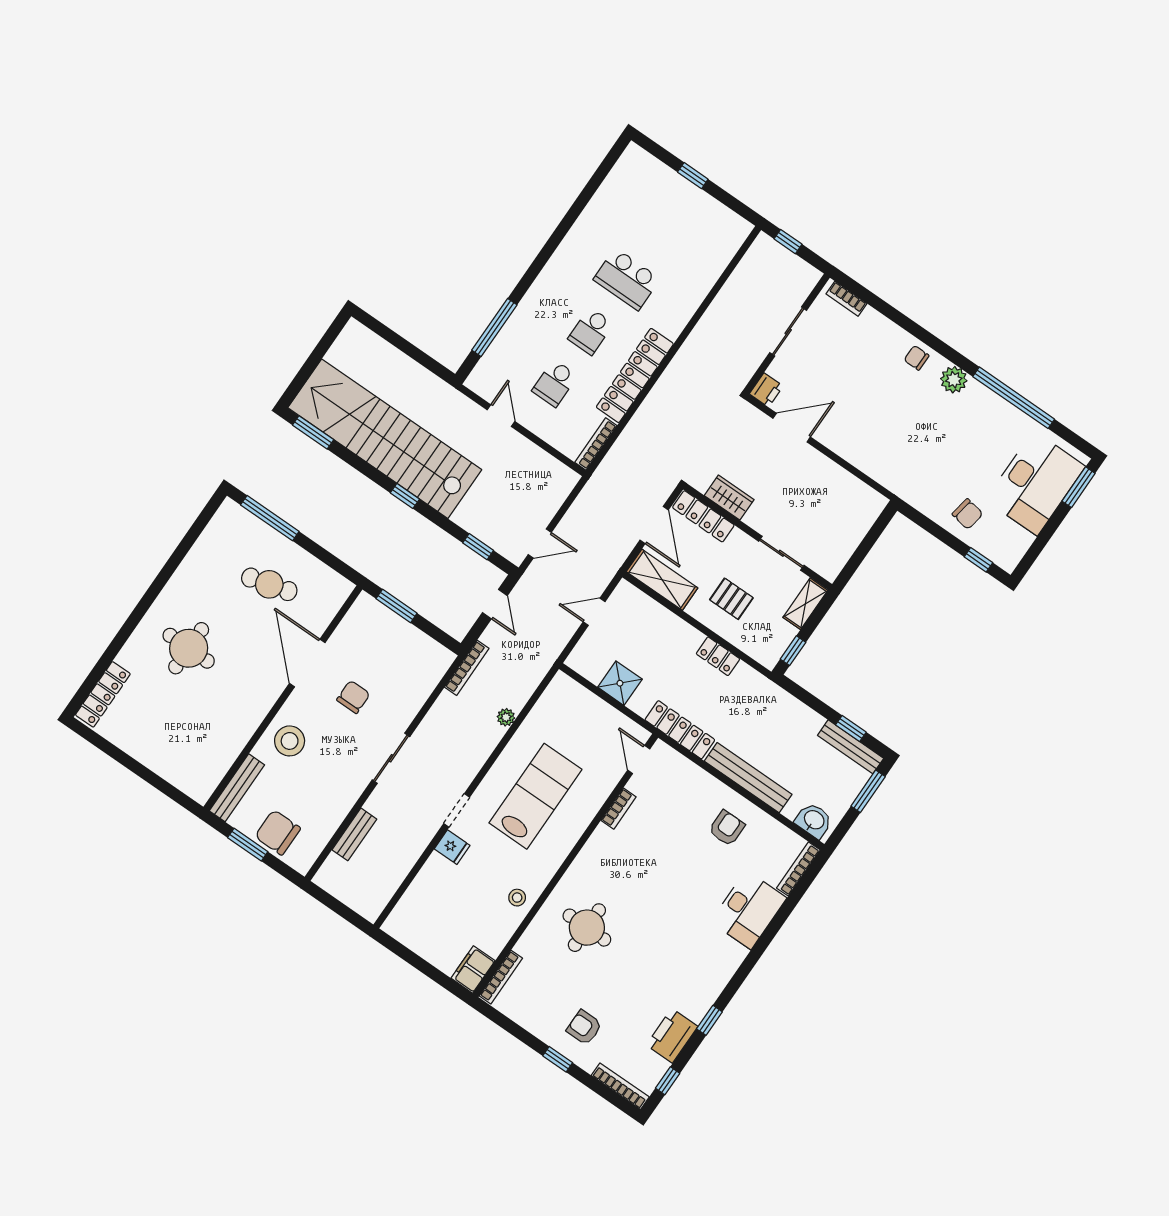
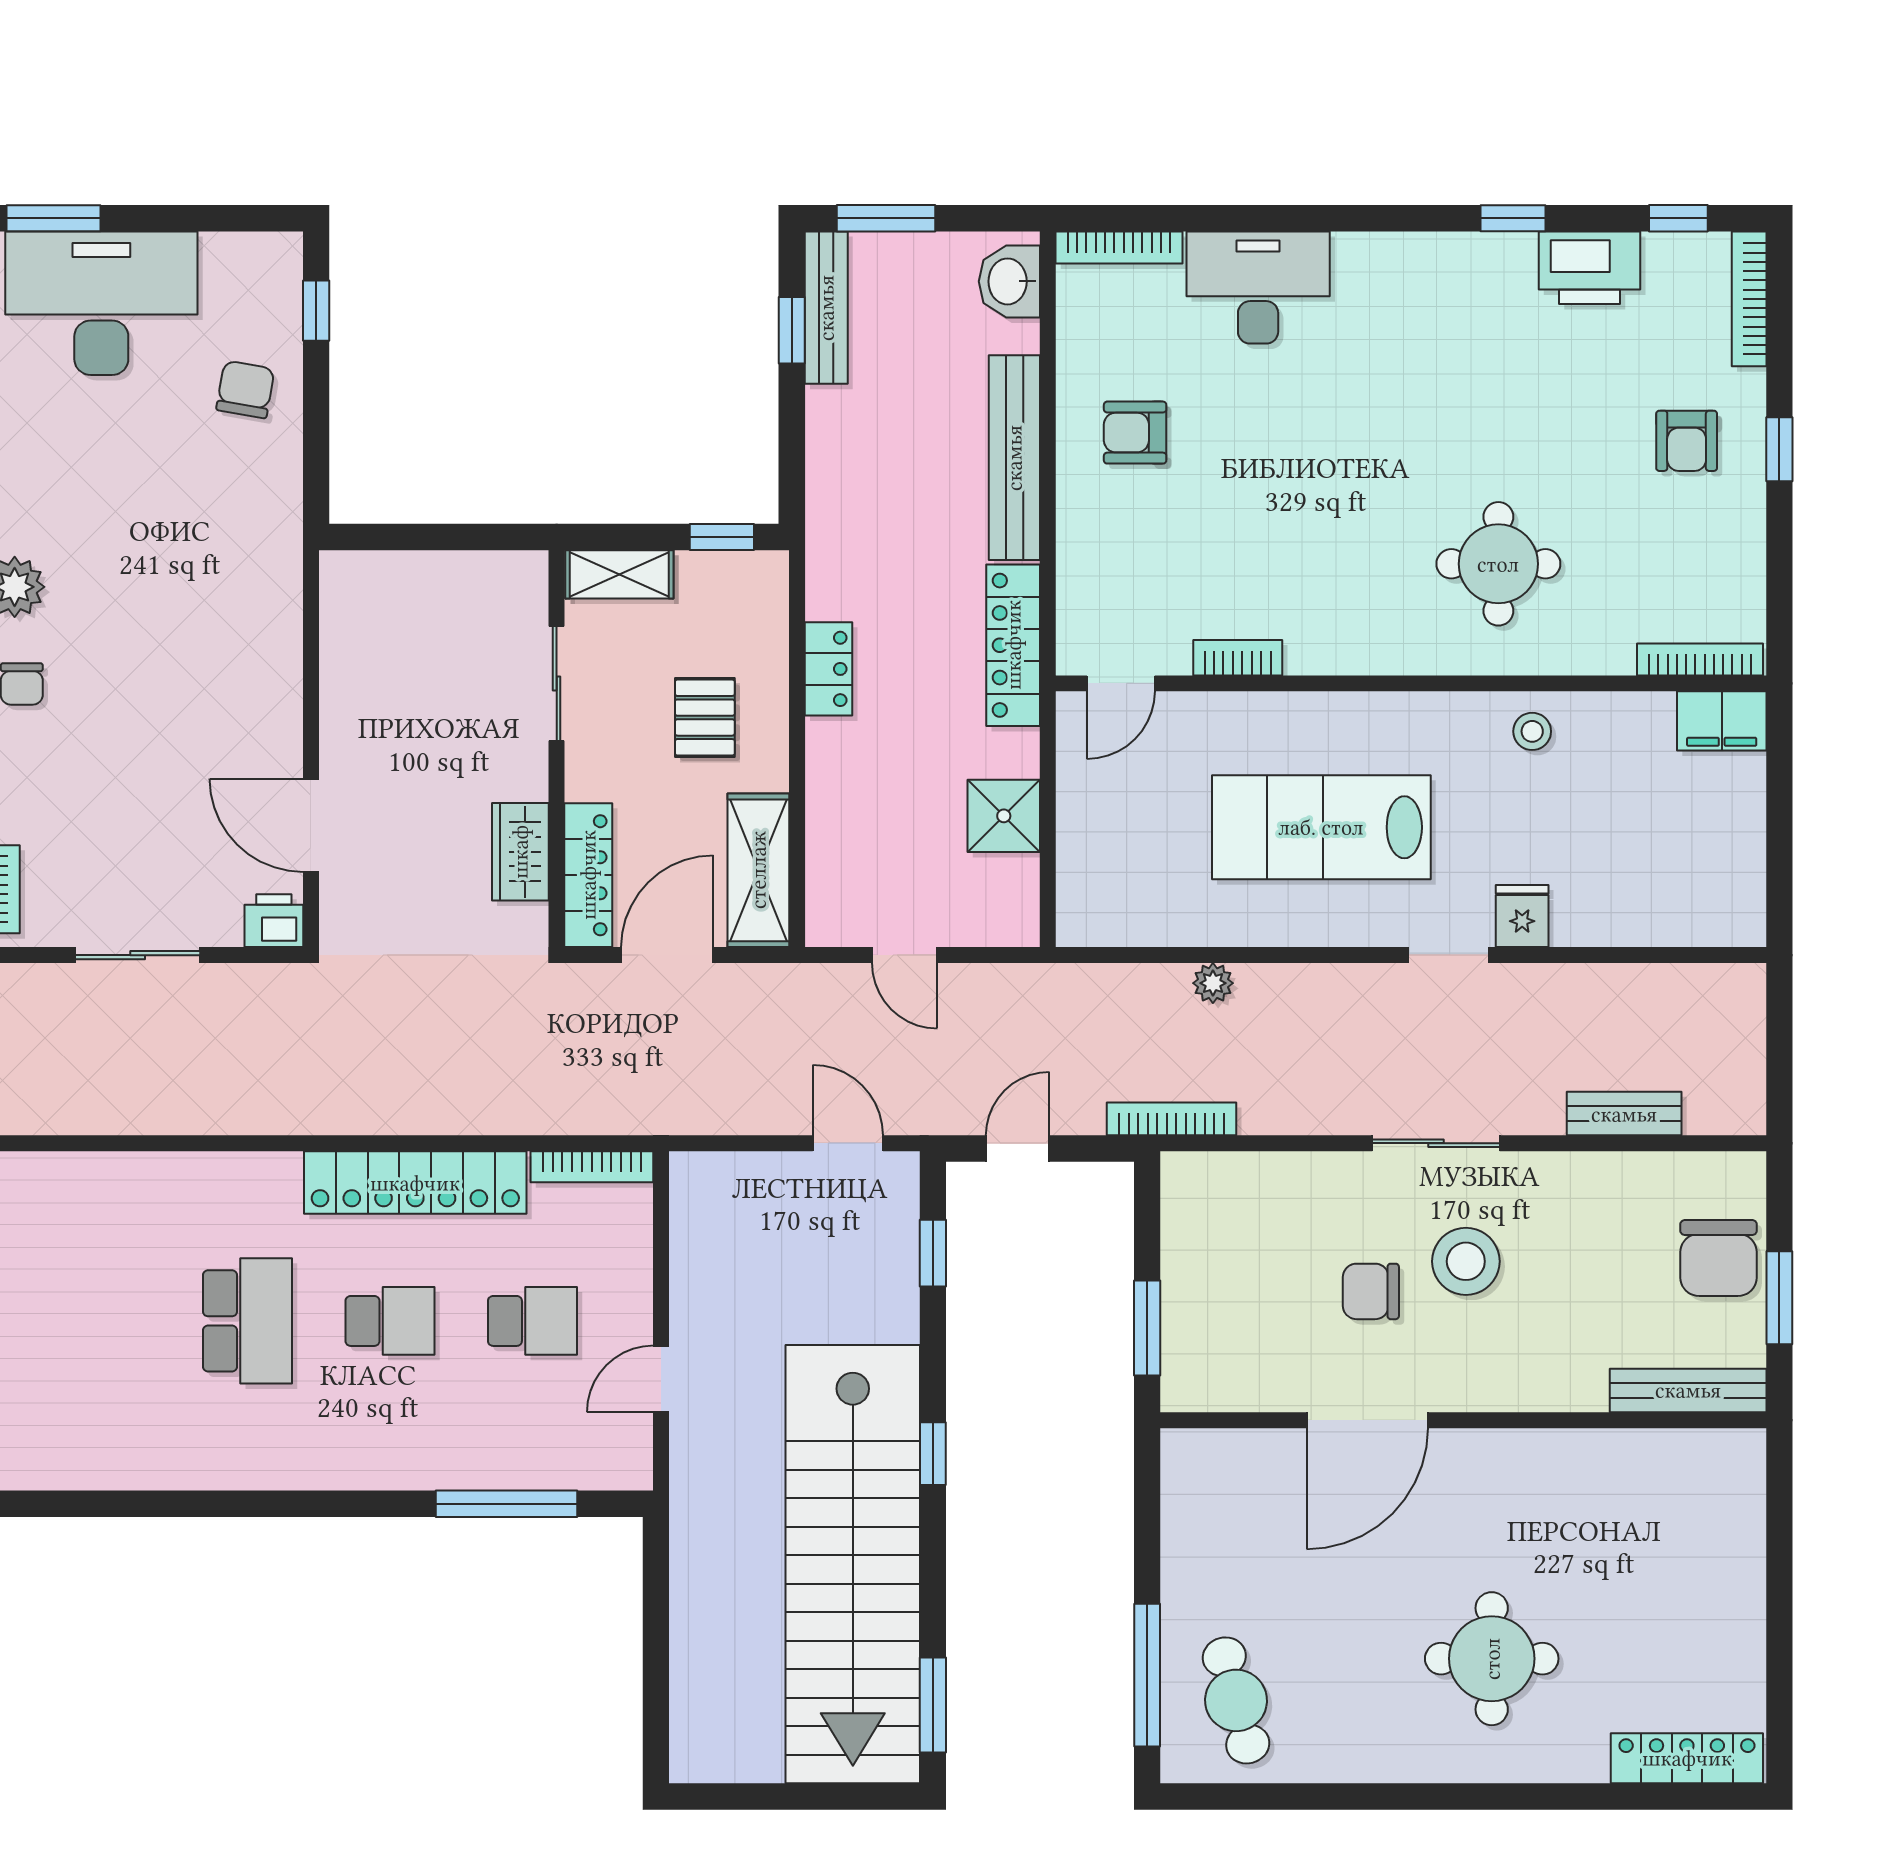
cafe table: (269, 584) -> (1236, 1700), moved
stool: (290, 741) -> (1466, 1261), moved

